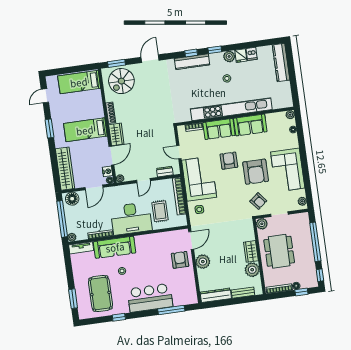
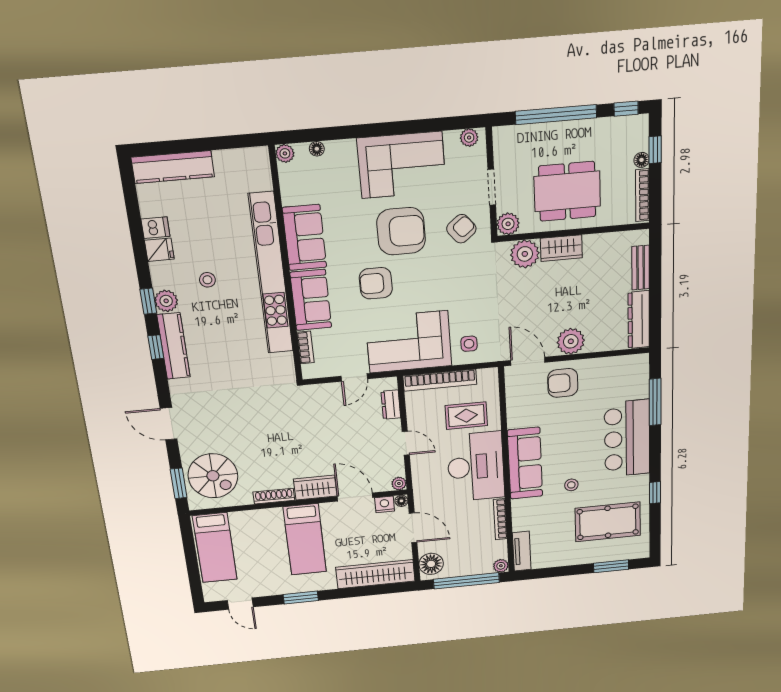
plant: (229, 56) -> (166, 301), moved
sofa: (115, 247) -> (525, 463), moved
plant: (252, 270) -> (525, 254), moved

